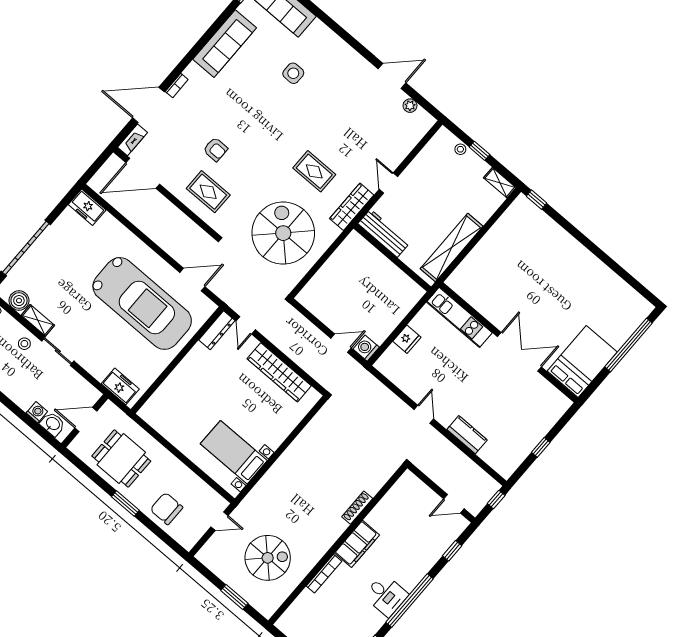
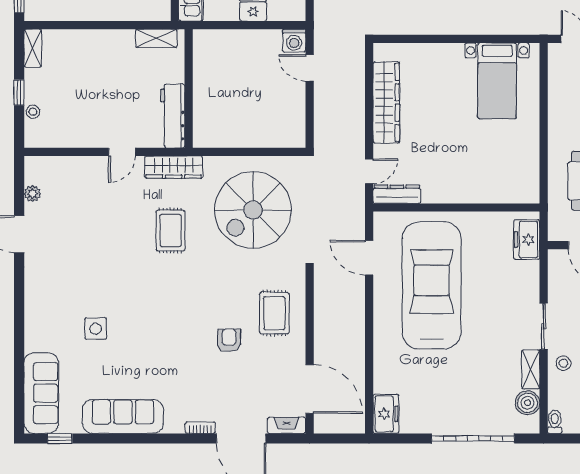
shelving: (452, 247) -> (156, 38), width x0.45, depth x0.75

